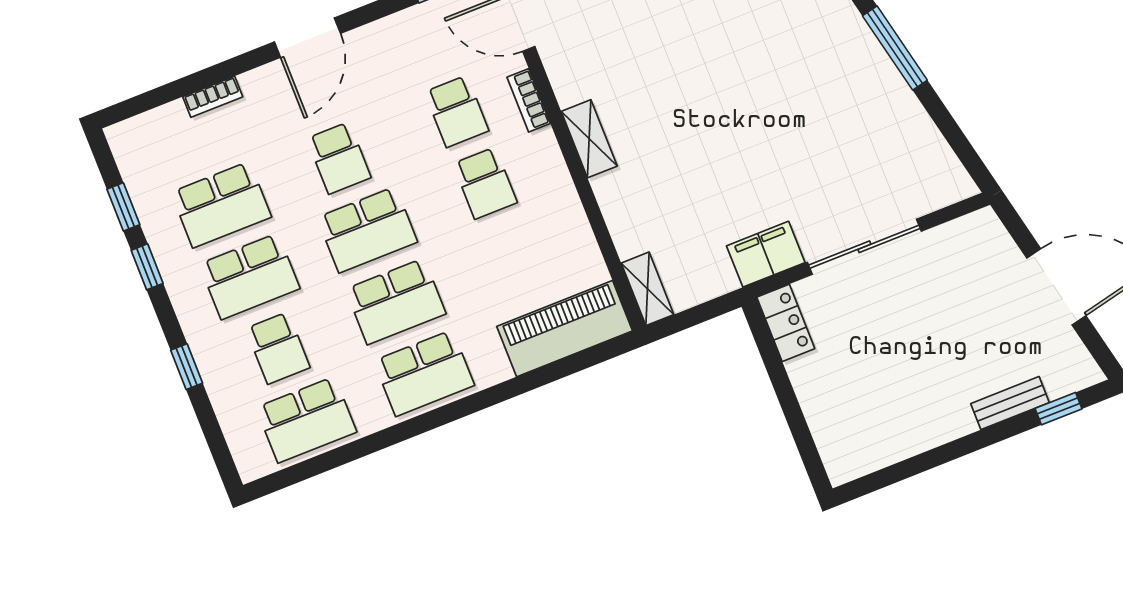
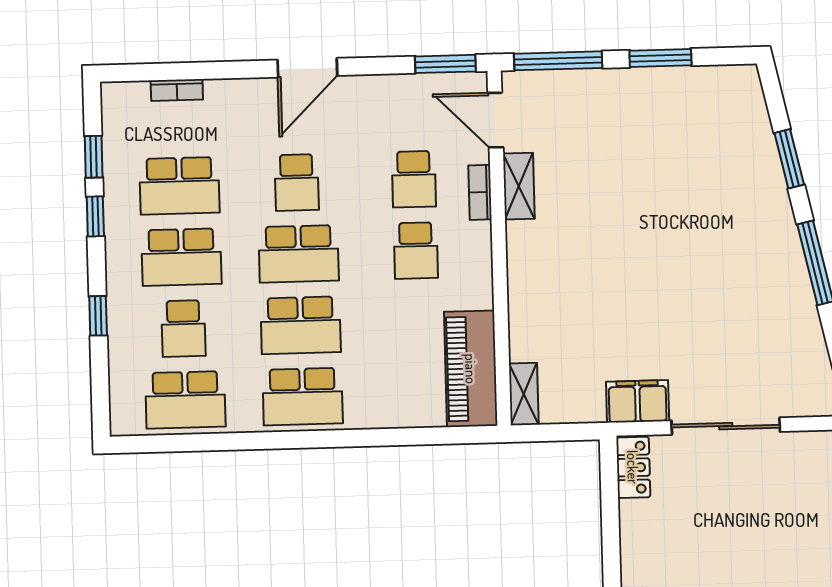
bookcase: (213, 97) -> (177, 90), moved
shelving: (589, 139) -> (519, 186), moved
piano: (565, 329) -> (471, 369), moved, turned -90

